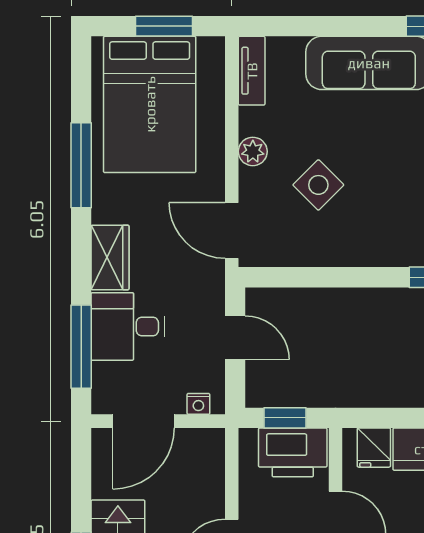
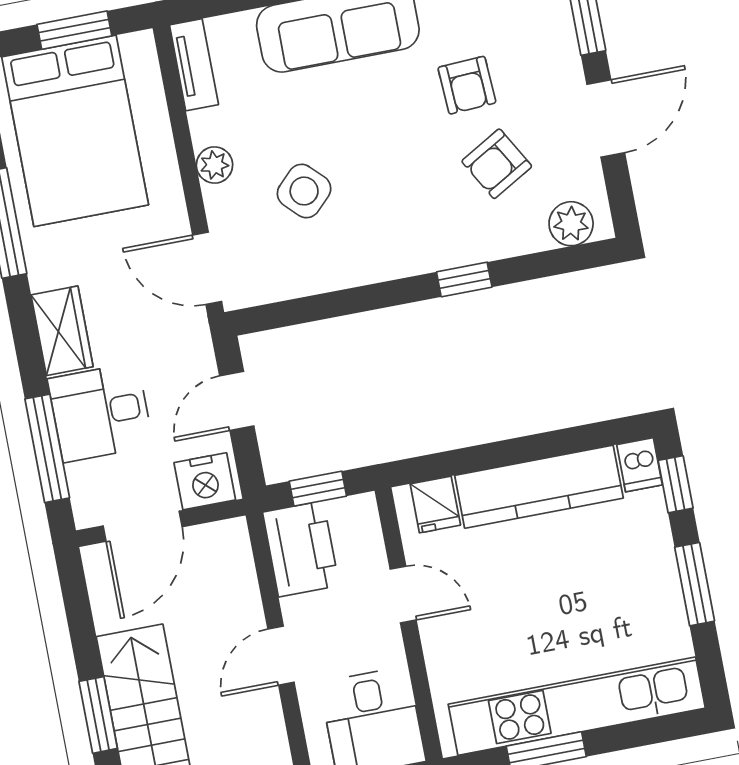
door: (235, 338) -> (237, 401), swing flipped
nightstand: (198, 404) -> (205, 481), width x1.89, depth x1.79
printer: (293, 452) -> (301, 549), moved, turned -90

